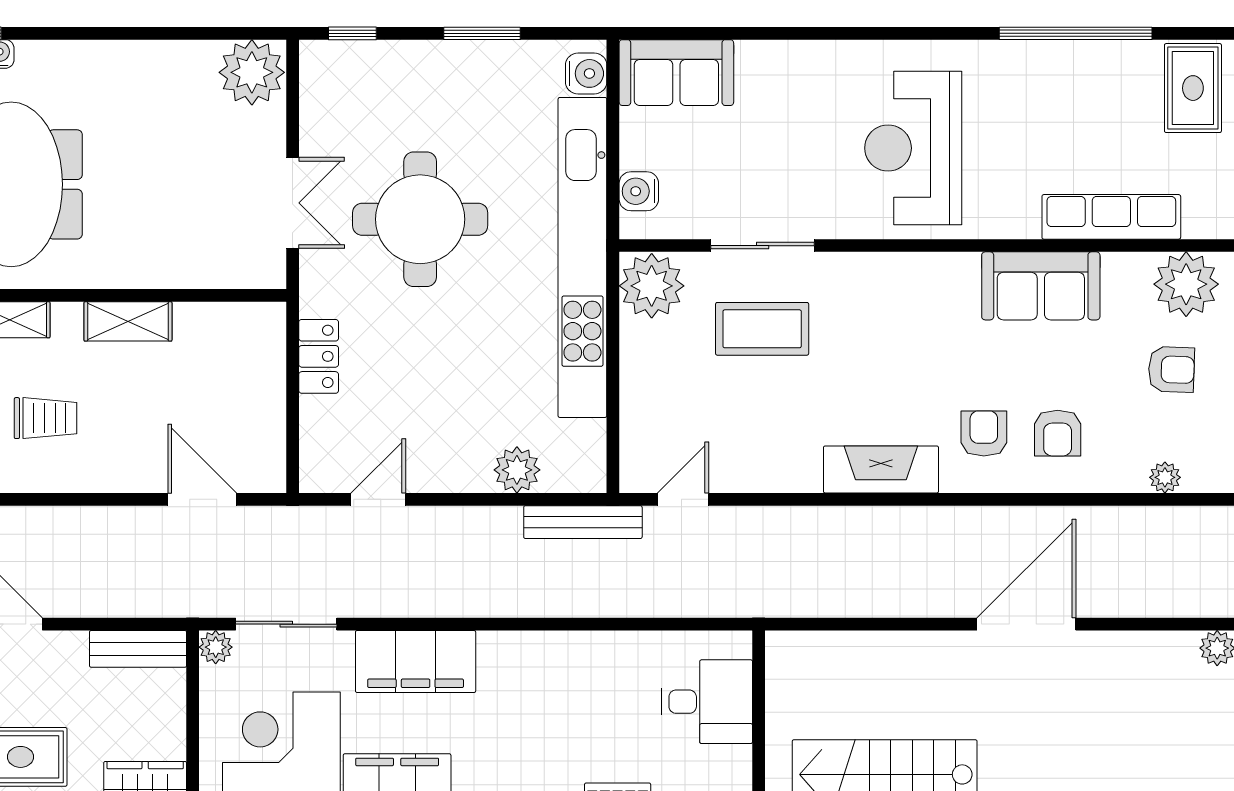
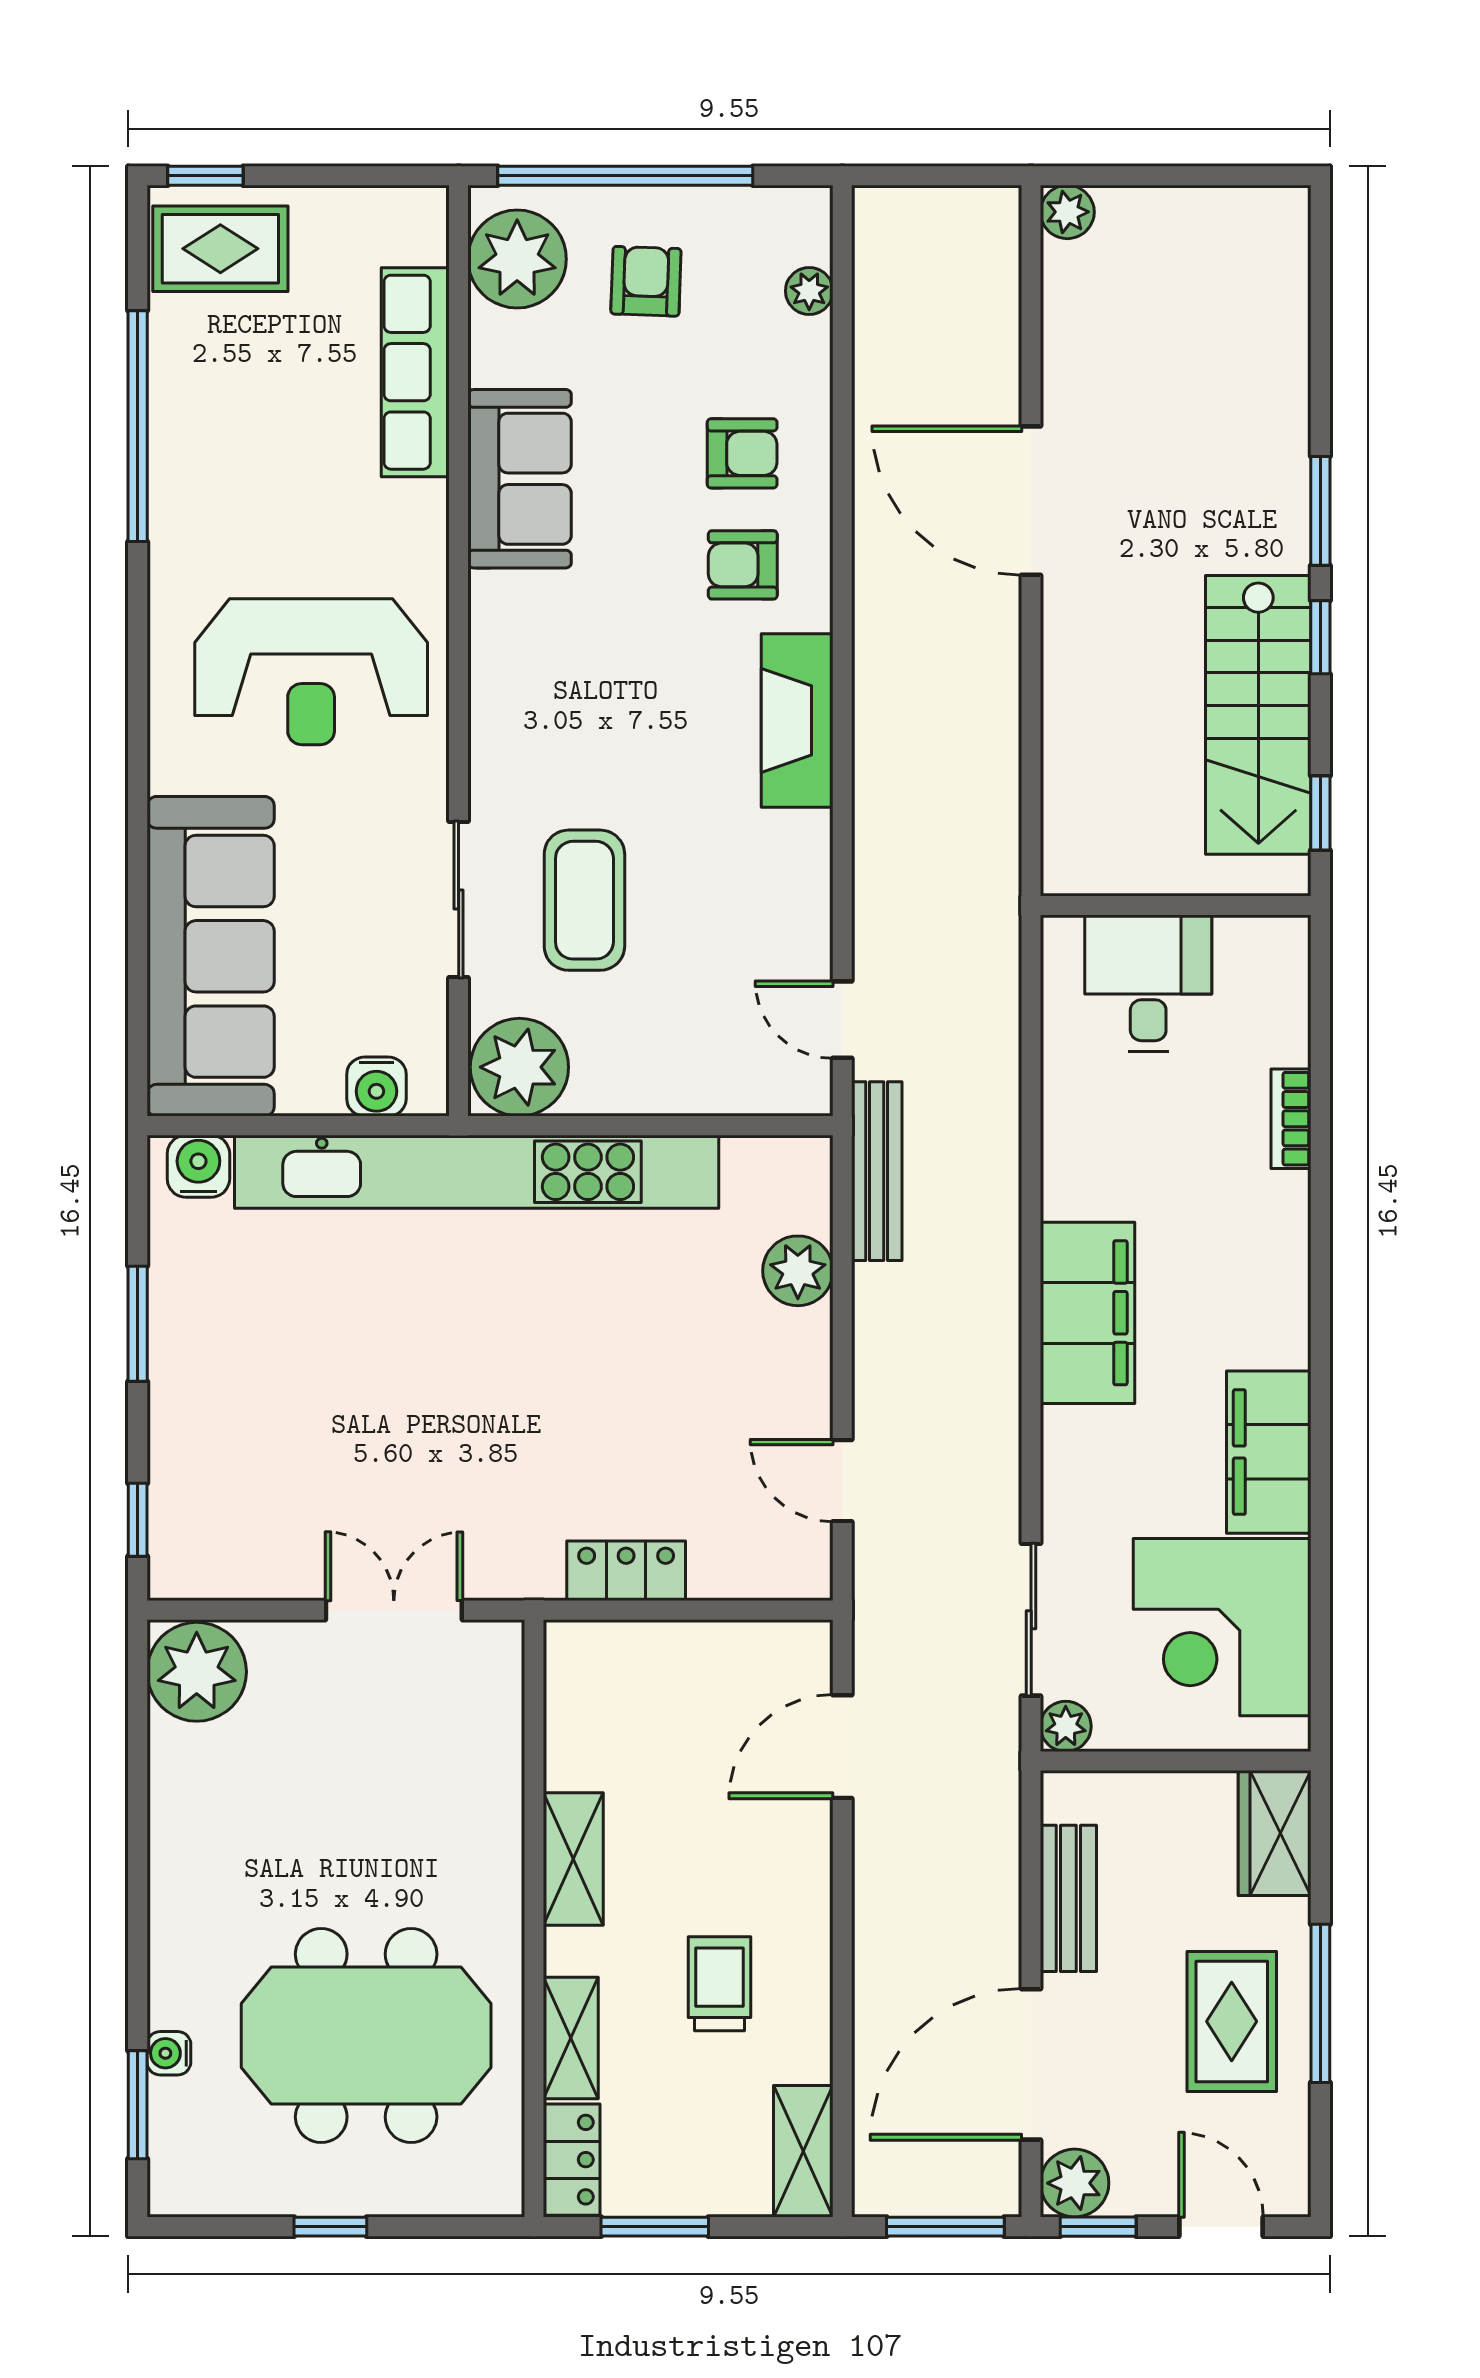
sofa: (676, 73) -> (211, 956), width x1.85, depth x1.27
round table: (420, 219) -> (419, 1417), removed
bench: (138, 649) -> (1068, 1898), moved
filing cabinet: (416, 661) -> (1087, 1313), moved

